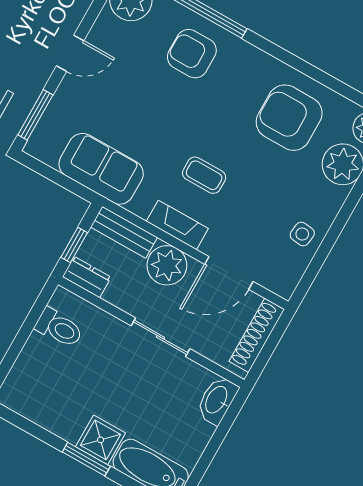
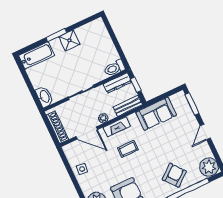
armchair: (192, 54) -> (174, 175), turned -39
plant: (167, 265) -> (103, 118), width x0.53, depth x0.53
door: (229, 273) -> (87, 133), swing flipped
dresser: (87, 277) -> (117, 83), width x1.44
toilet: (59, 328) -> (115, 68), moved
shower: (101, 440) -> (69, 40), moved

